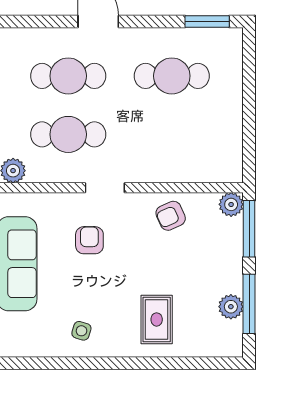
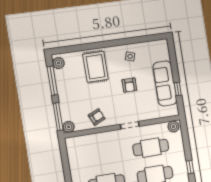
armchair: (89, 240) -> (129, 85), moved
plant: (231, 307) -> (58, 63), moved
rug: (157, 319) -> (96, 67), width x1.36, depth x1.43

